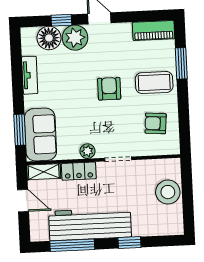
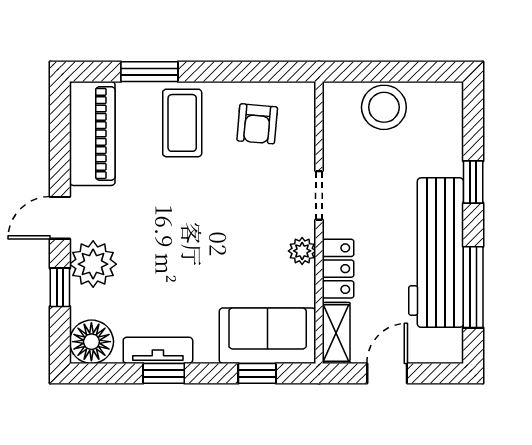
piano: (154, 30) -> (92, 133), width x1.37, depth x1.33
floor lamp: (49, 38) -> (91, 342), moved
window: (17, 79) -> (164, 373), added
armchair: (109, 89) -> (190, 206), removed
window: (20, 130) -> (257, 373), width x0.67

